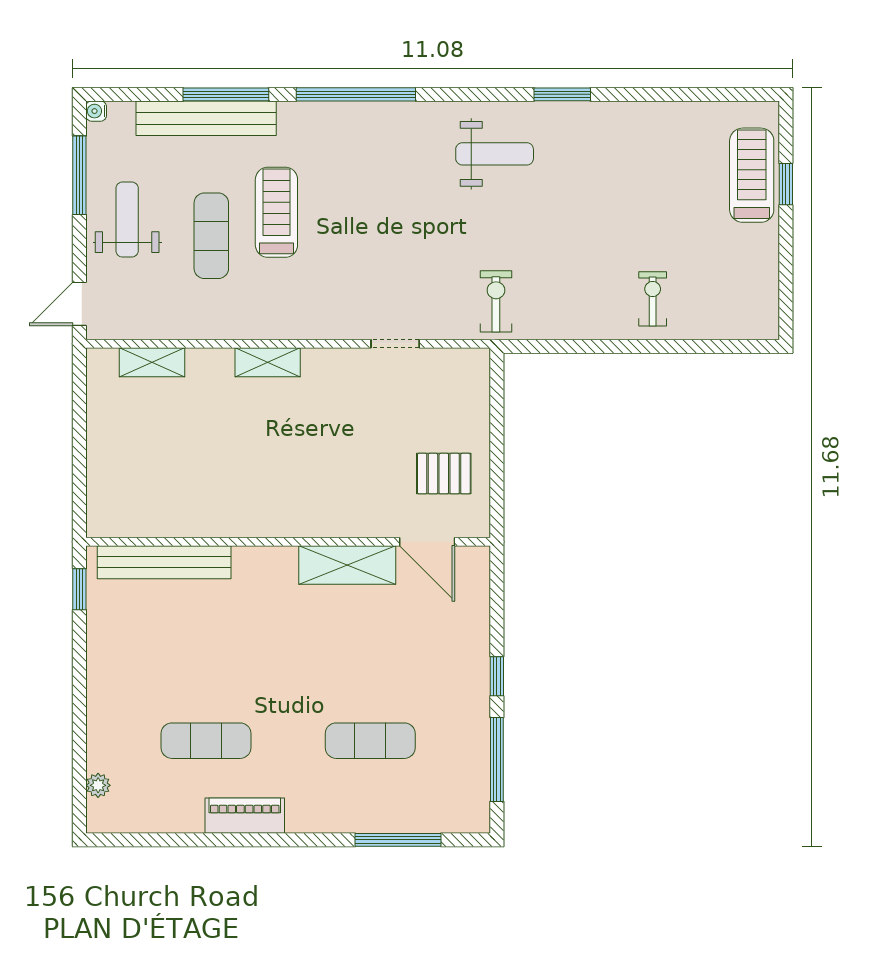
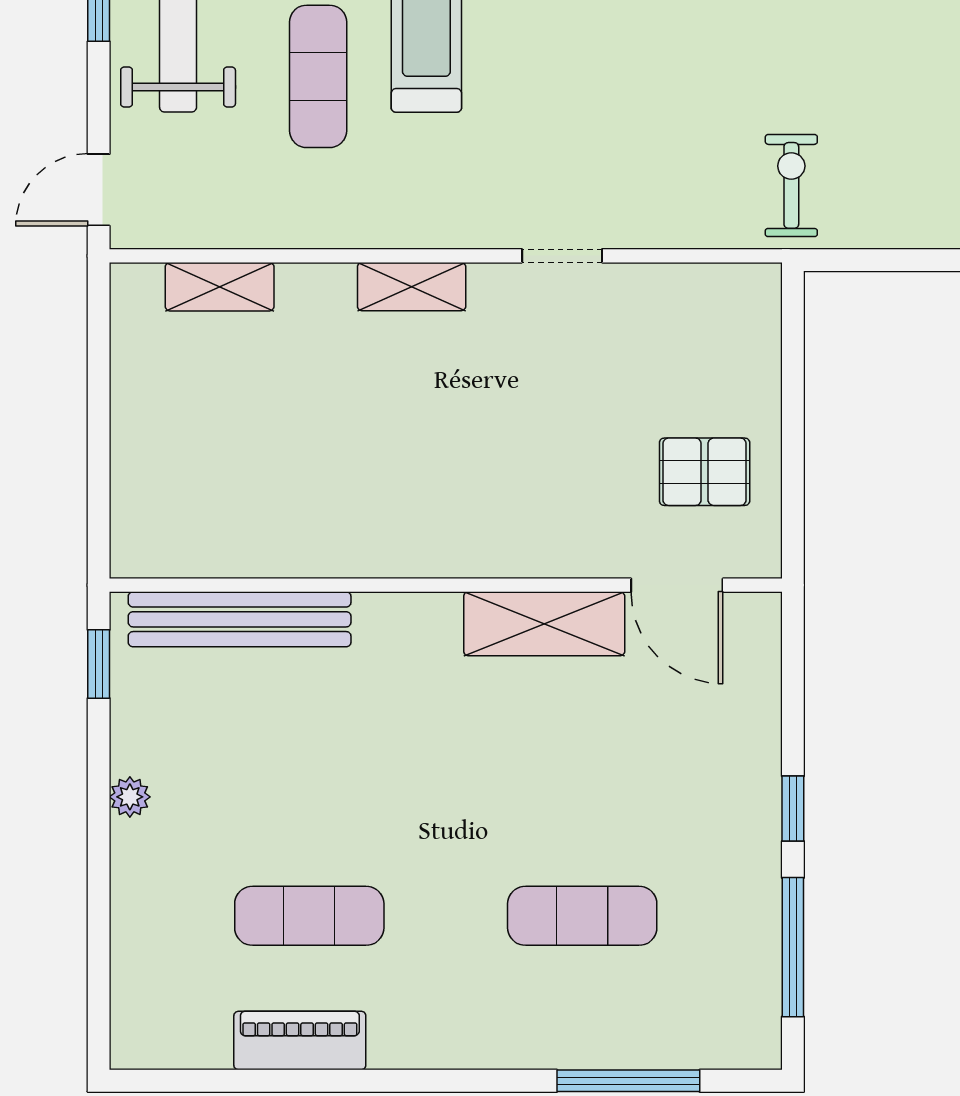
doorway: (395, 344) -> (562, 256), moved
plant: (98, 785) -> (130, 797), moved
piano: (245, 816) -> (300, 1040), moved

